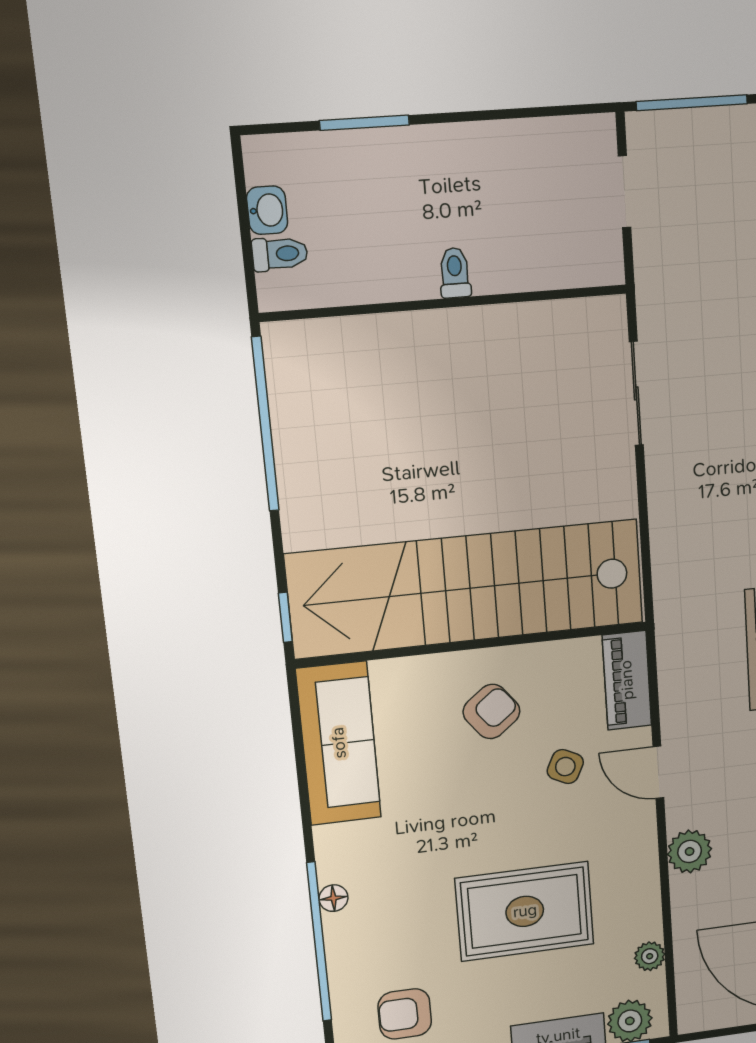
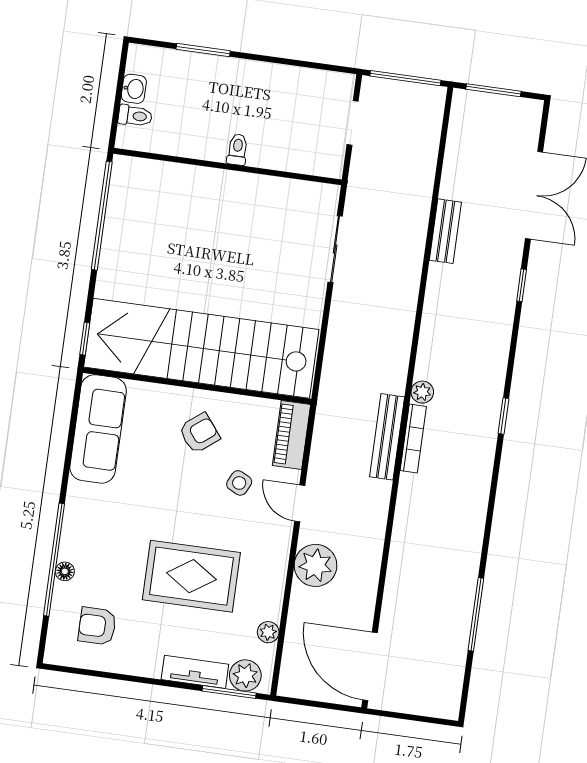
plant: (690, 851) -> (316, 565), width x1.36, depth x1.36
floor lamp: (333, 898) -> (65, 571), moved

